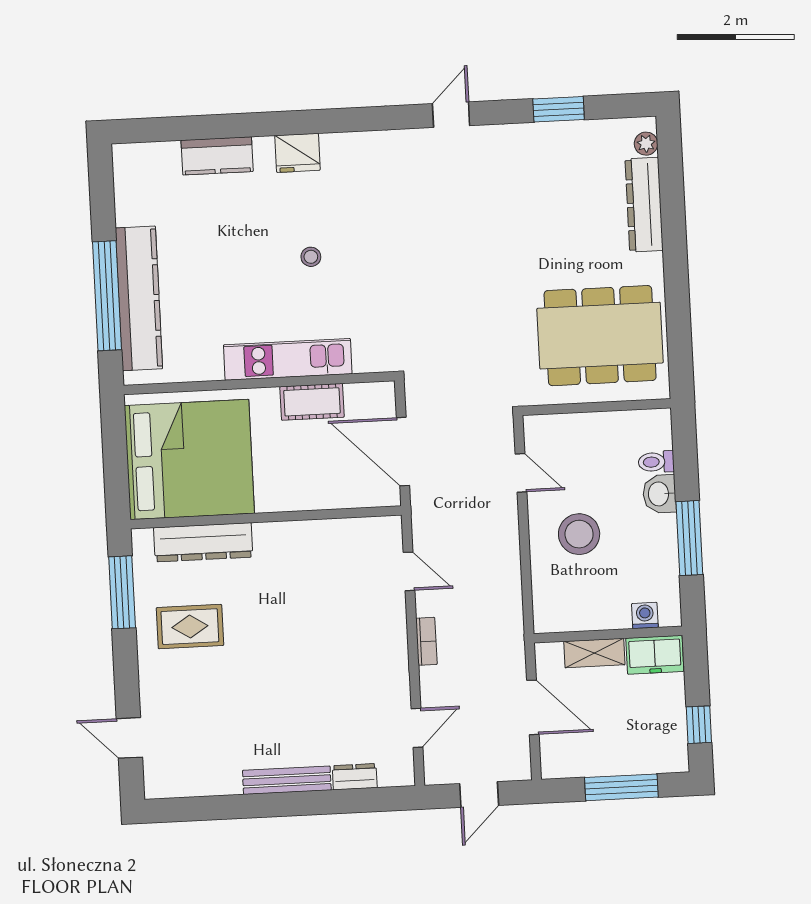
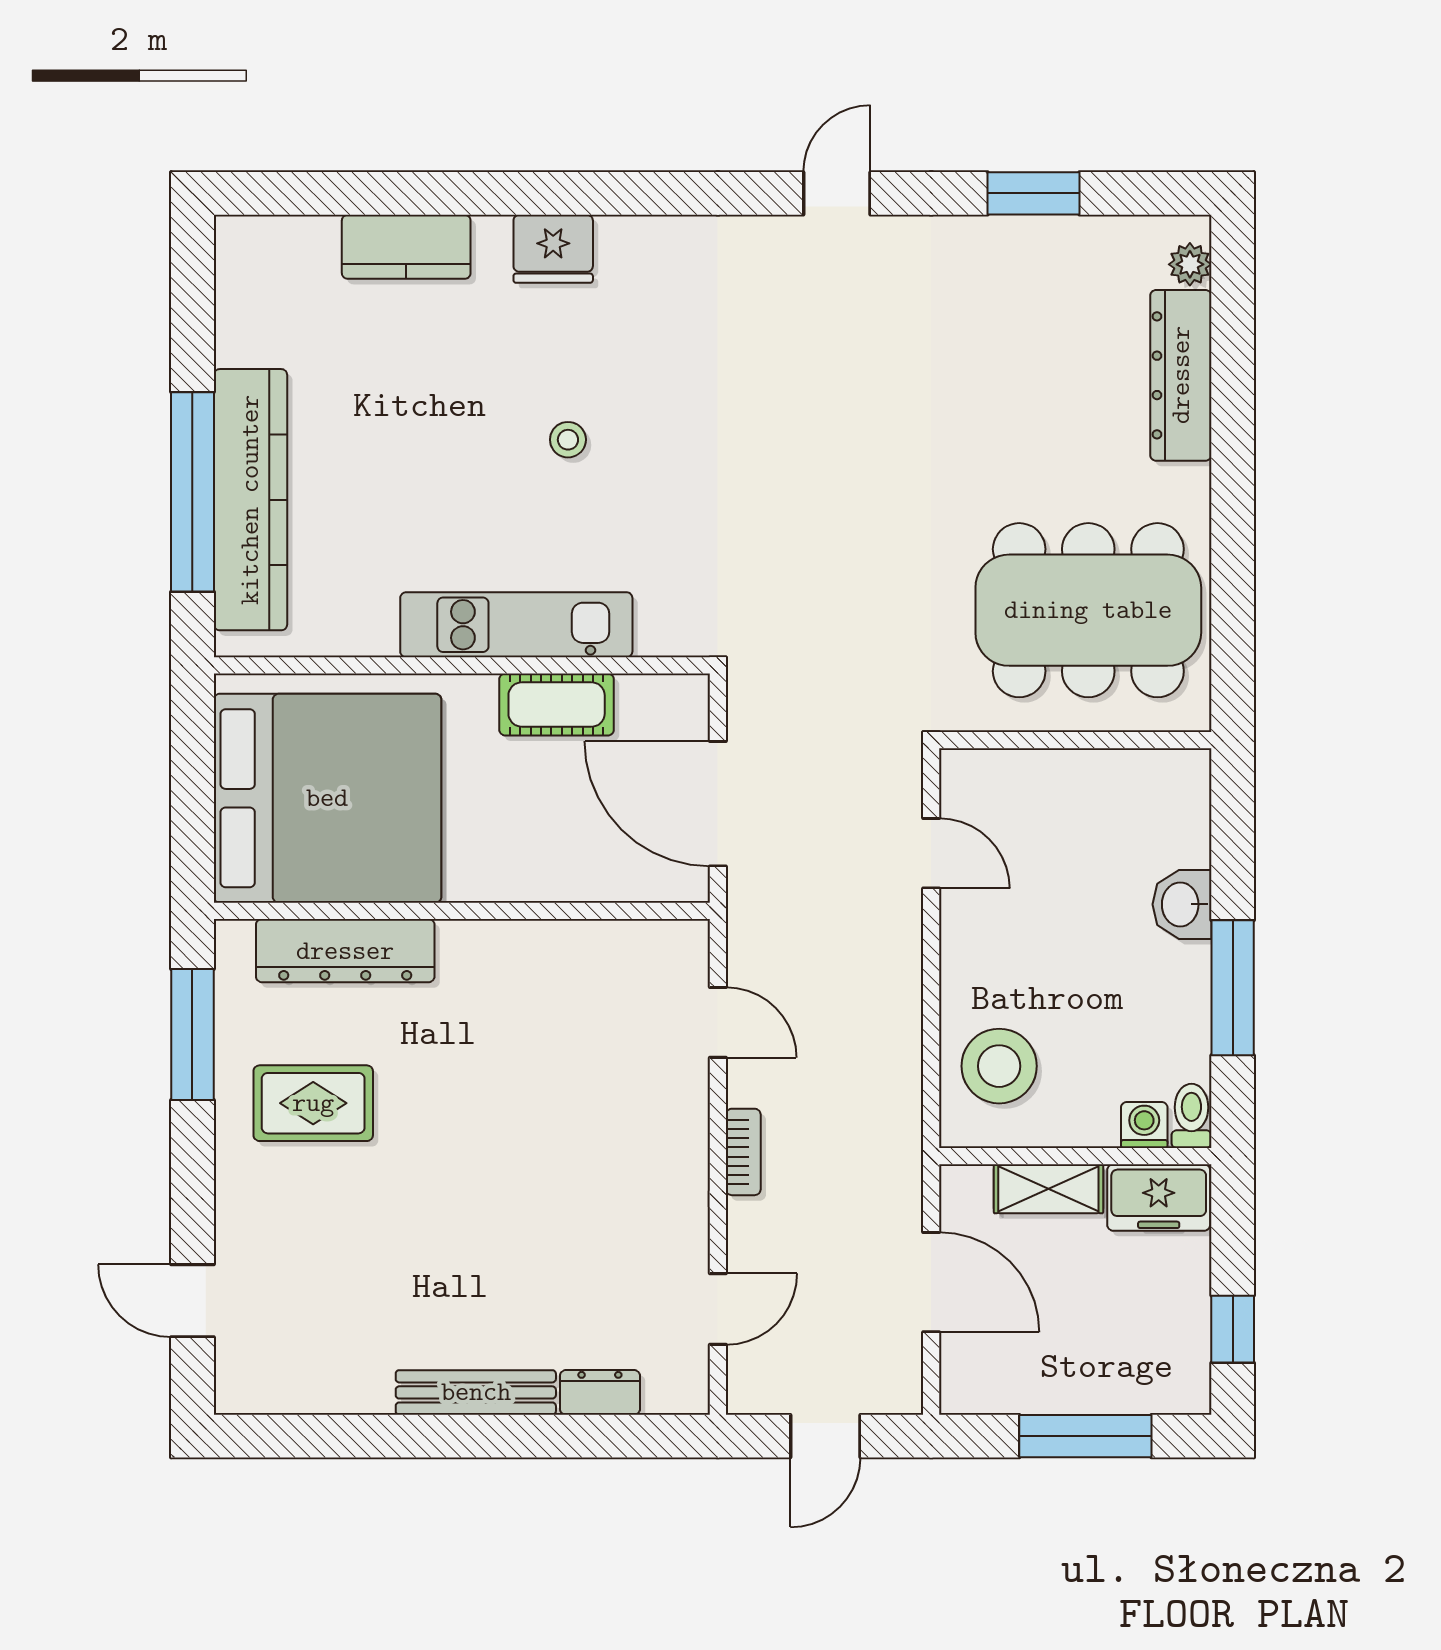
toilet: (656, 462) -> (1191, 1116), moved, turned 90
stool: (579, 534) -> (999, 1066), moved

